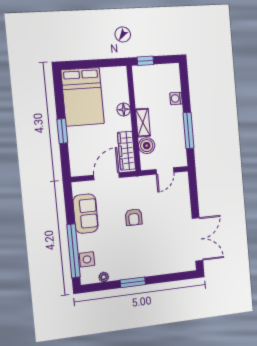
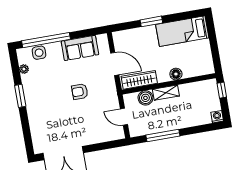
bed: (83, 97) -> (182, 31), width x0.67
washing machine: (176, 98) -> (217, 117), moved

